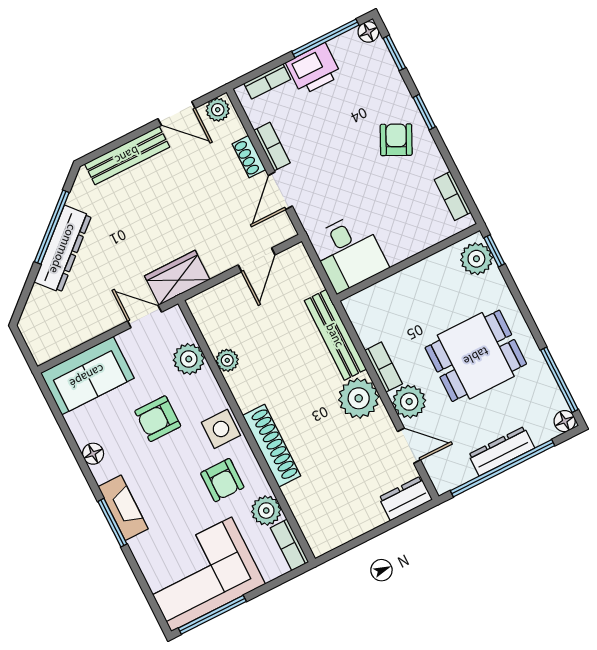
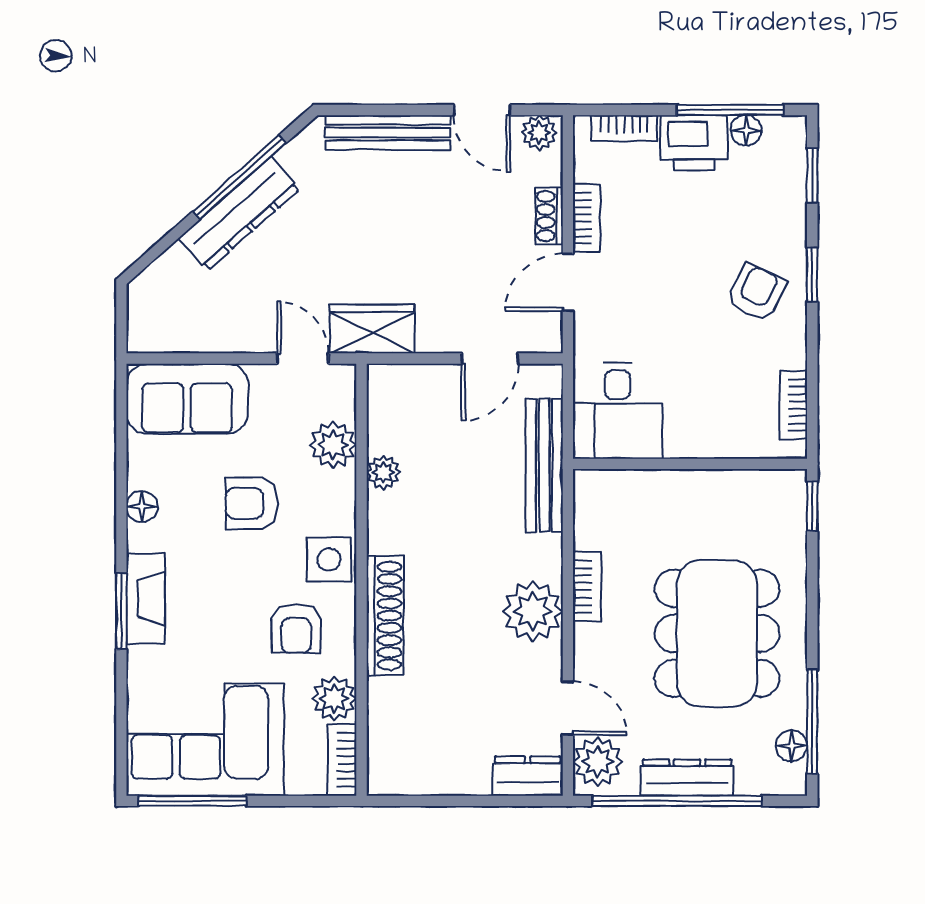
floor lamp: (368, 32) -> (746, 130), moved
plant: (476, 259) -> (783, 505), removed
bench: (335, 335) -> (544, 465), moved
dining table: (476, 356) -> (717, 633), width x1.38
plant: (409, 402) -> (598, 762), moved
floor lamp: (565, 421) -> (791, 746), moved

